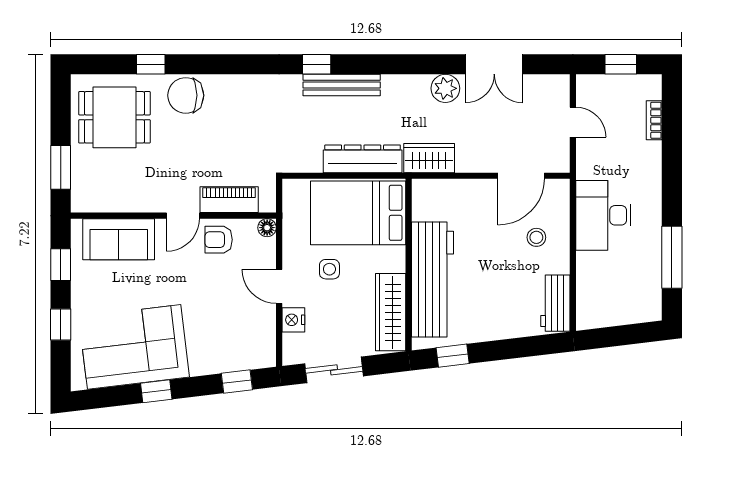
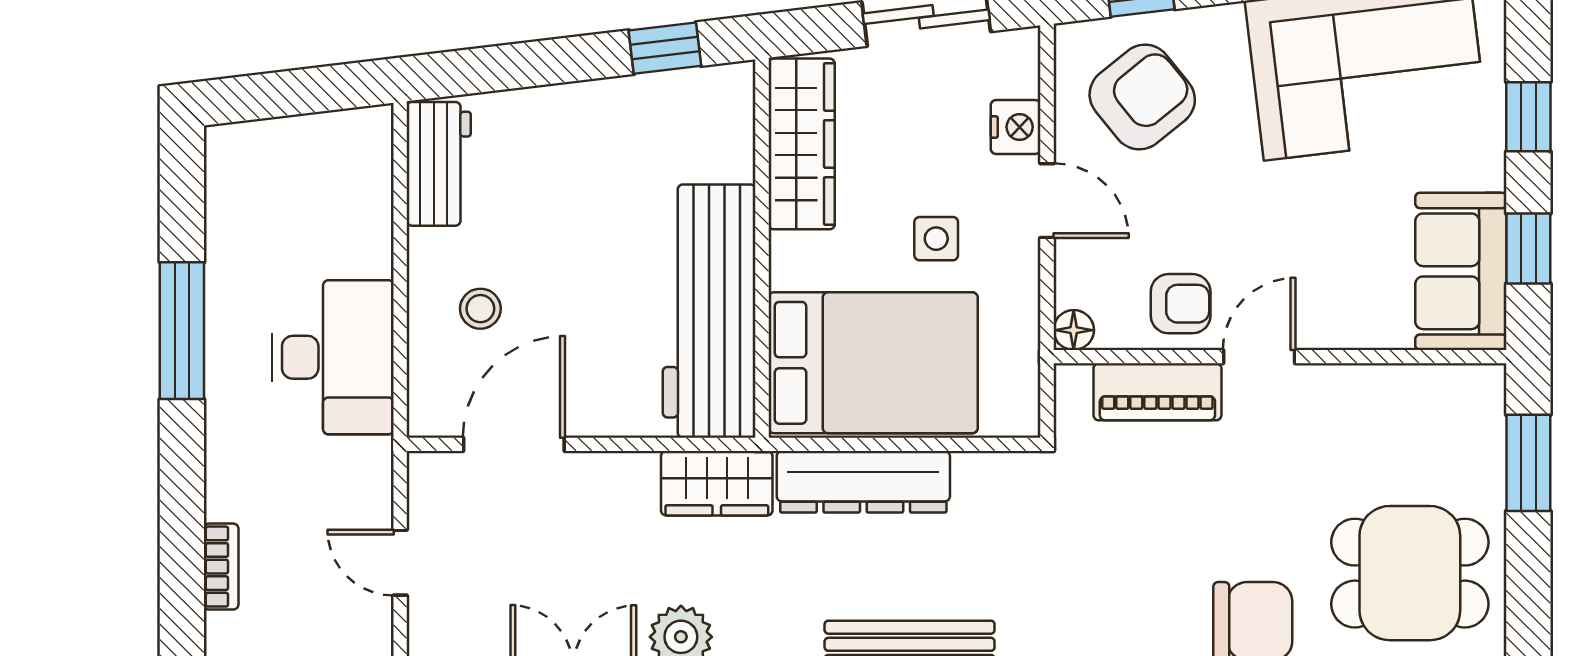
sofa: (119, 239) -> (1461, 271), moved, turned -90
window: (672, 257) -> (182, 331), moved
workbench: (433, 280) -> (709, 311), moved
armchair: (236, 333) -> (1142, 97), added

